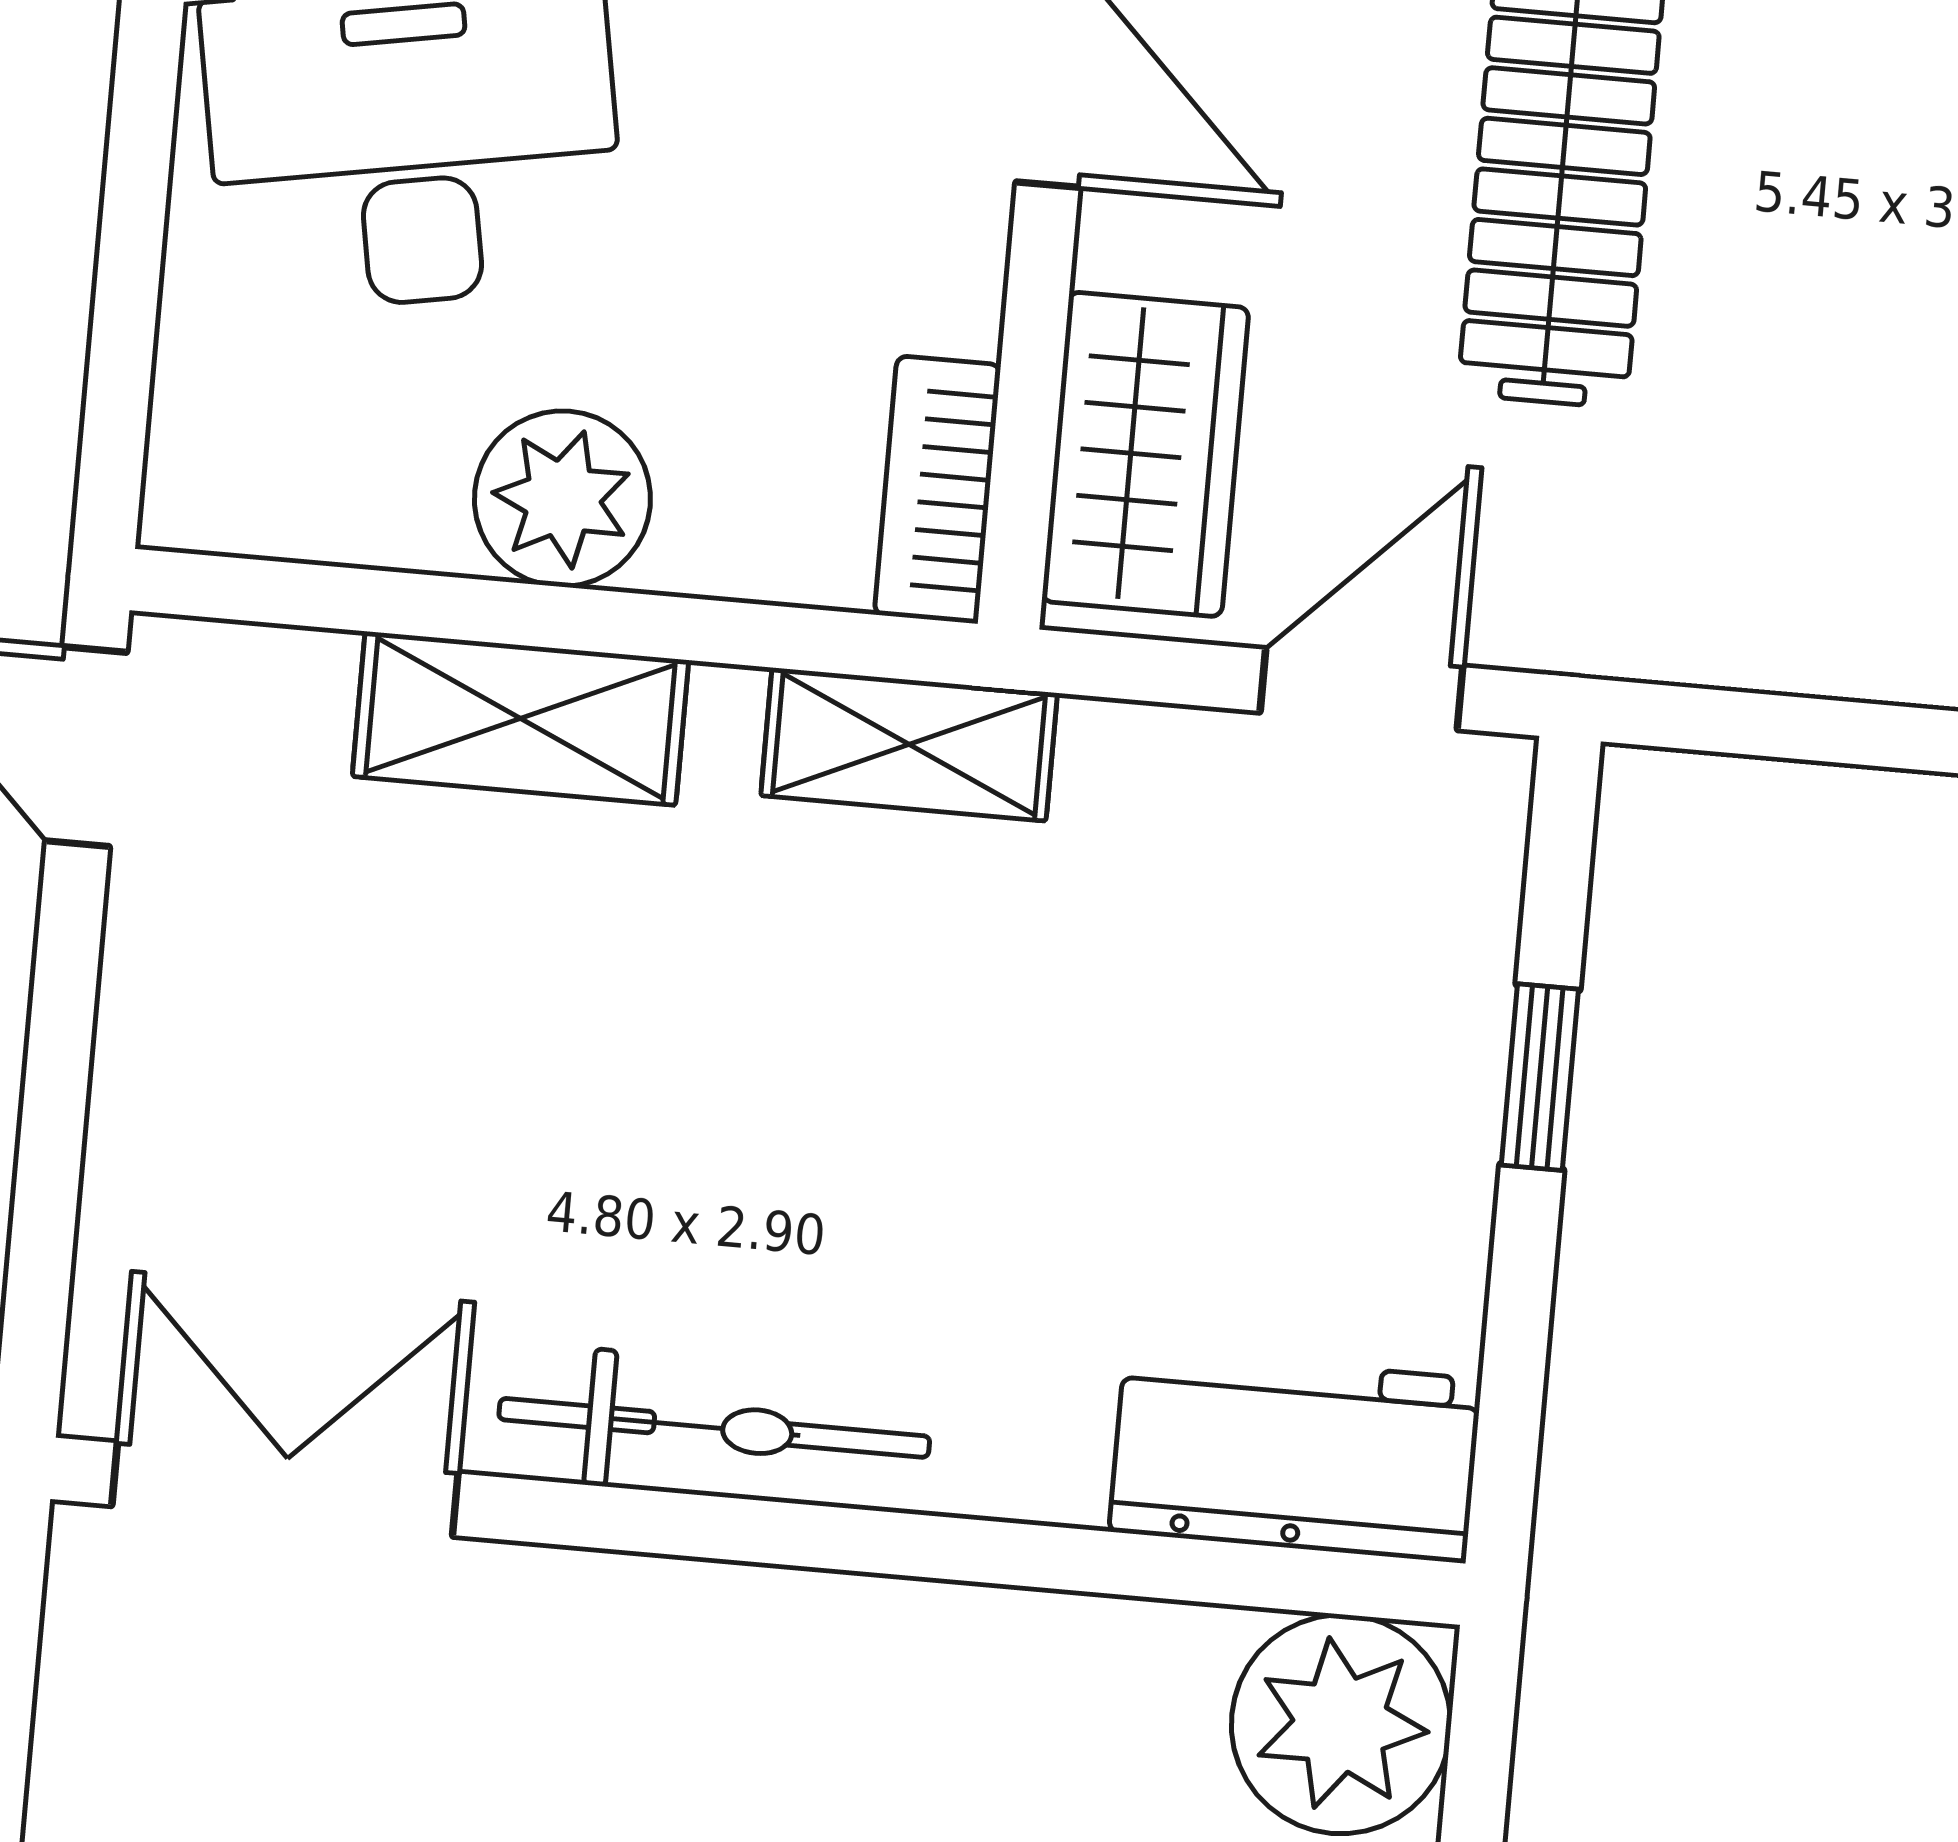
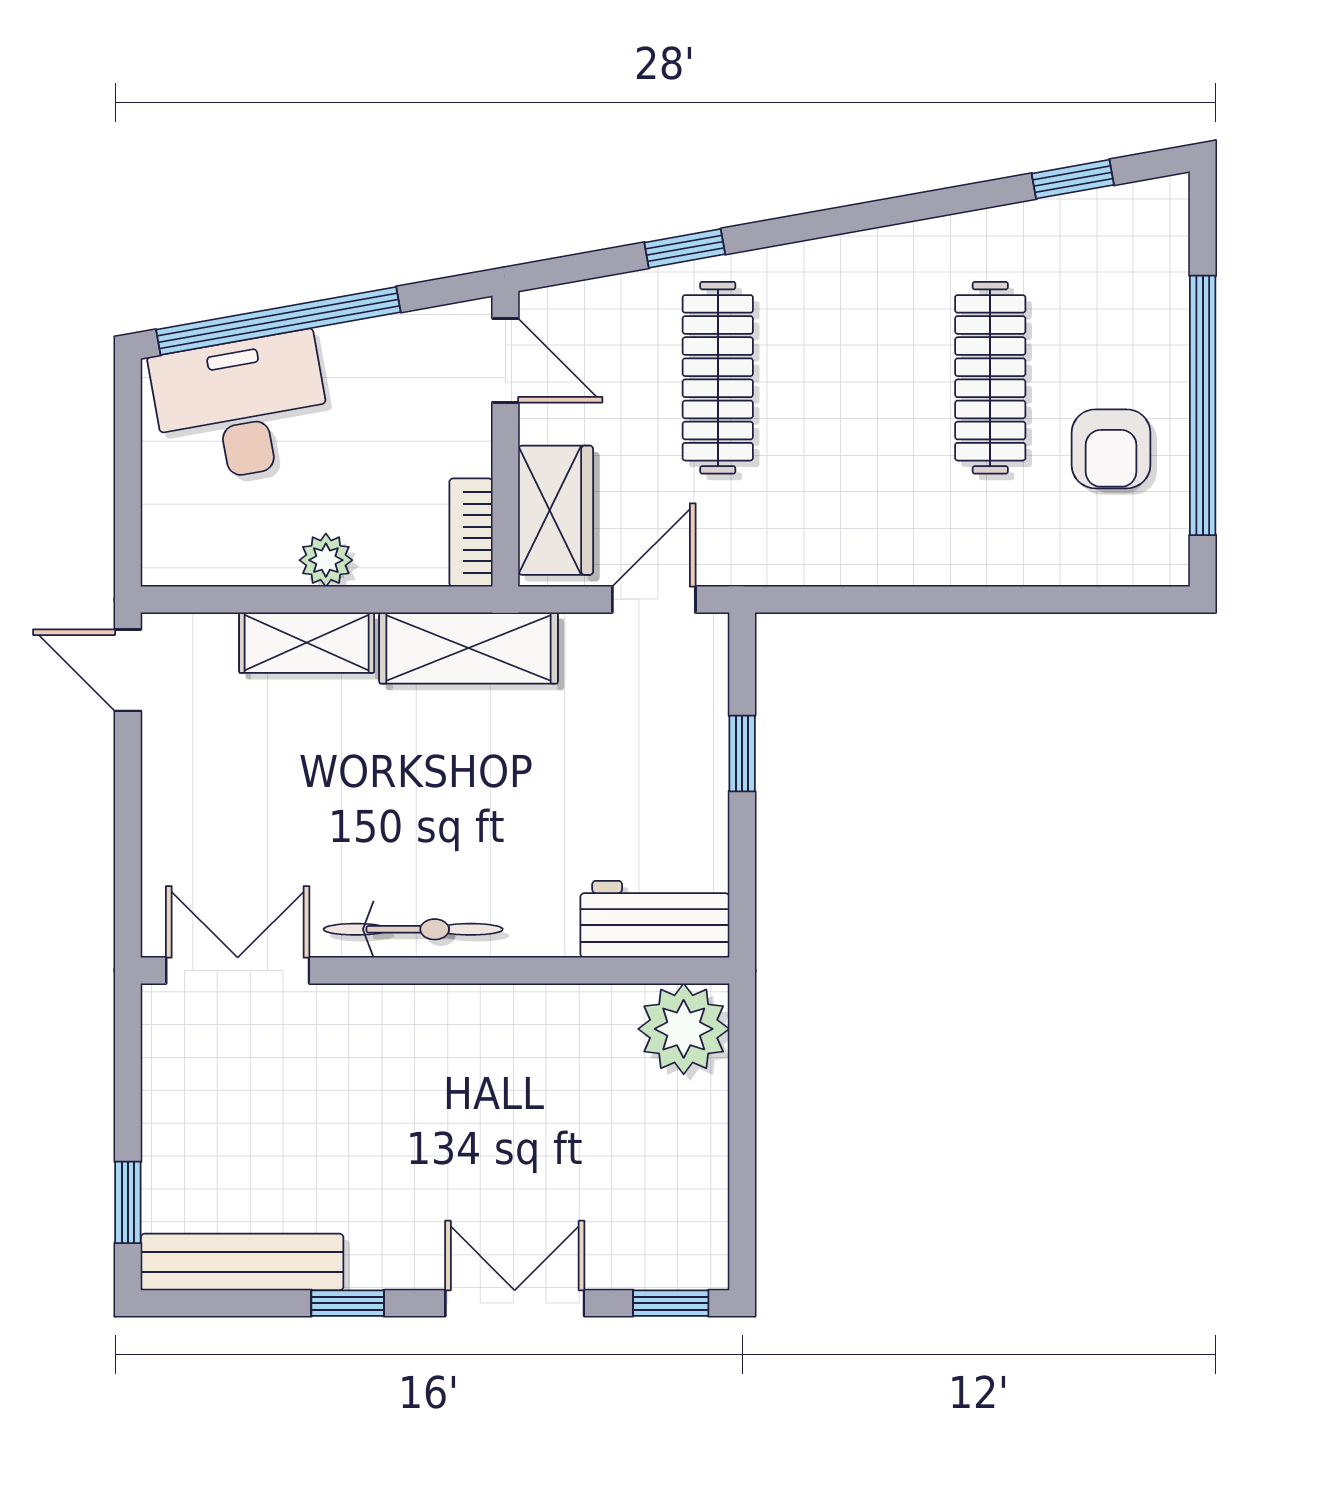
plant: (562, 499) -> (326, 560), width x0.73, depth x0.73
shelving: (909, 744) -> (469, 648), width x1.50, depth x1.33

